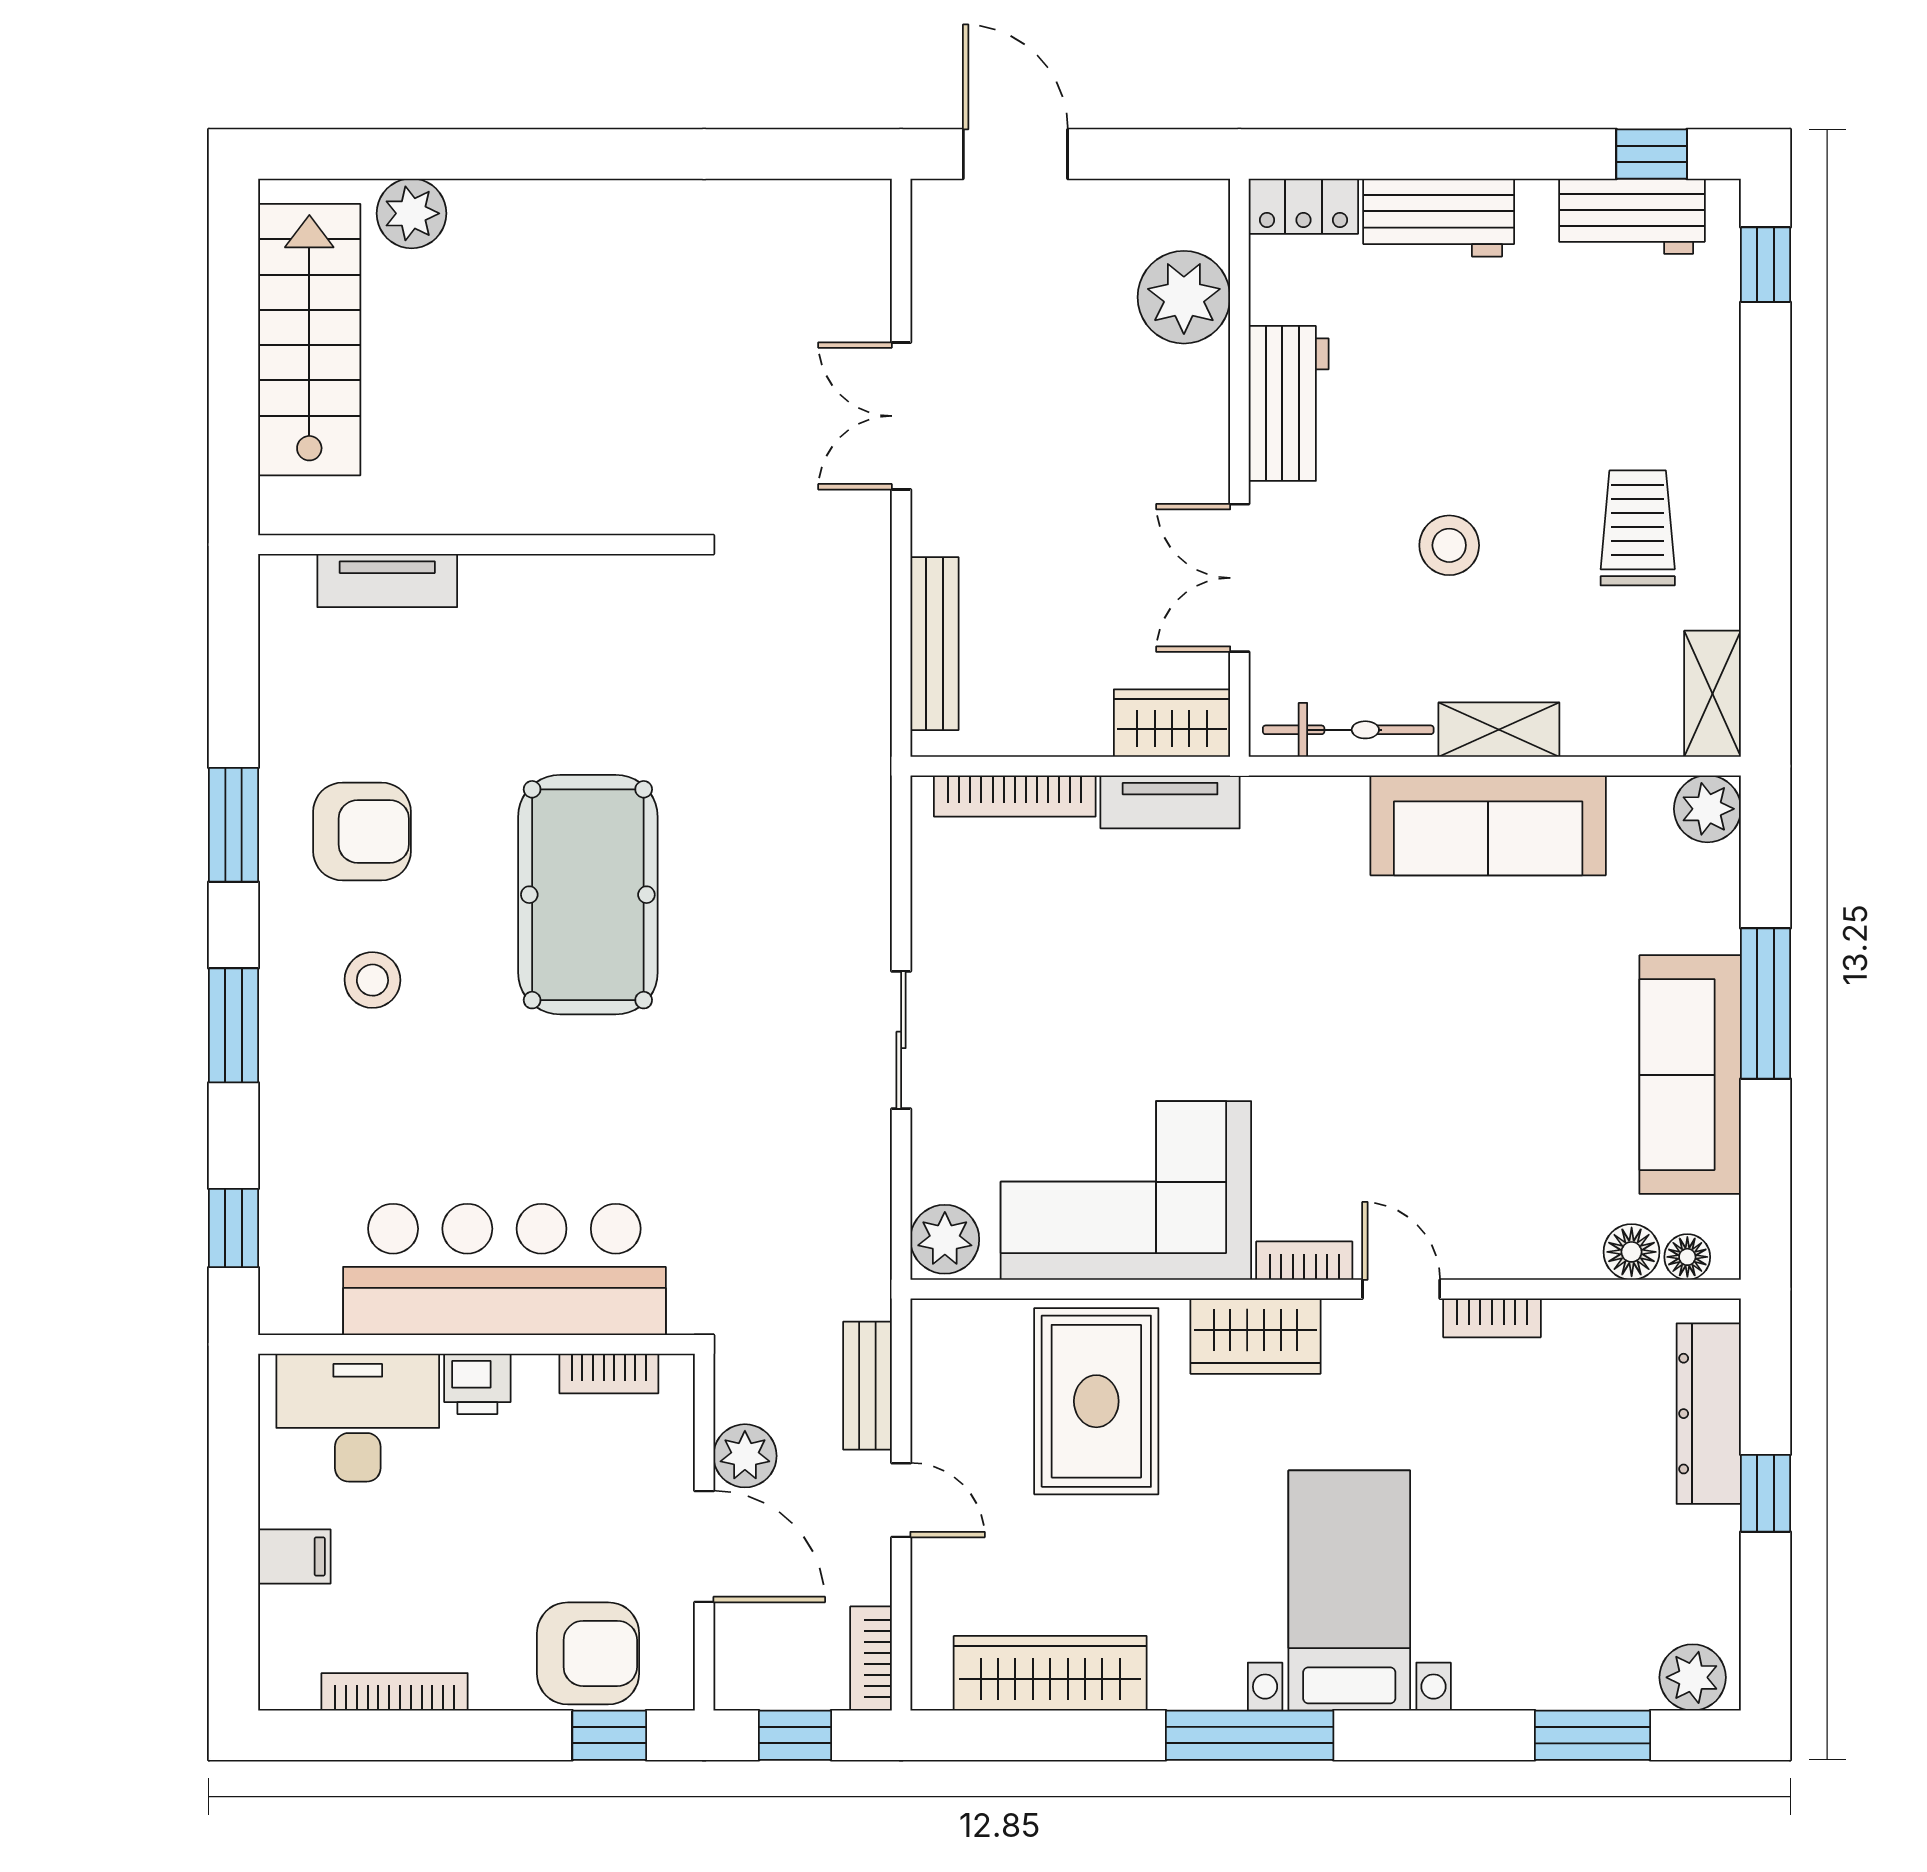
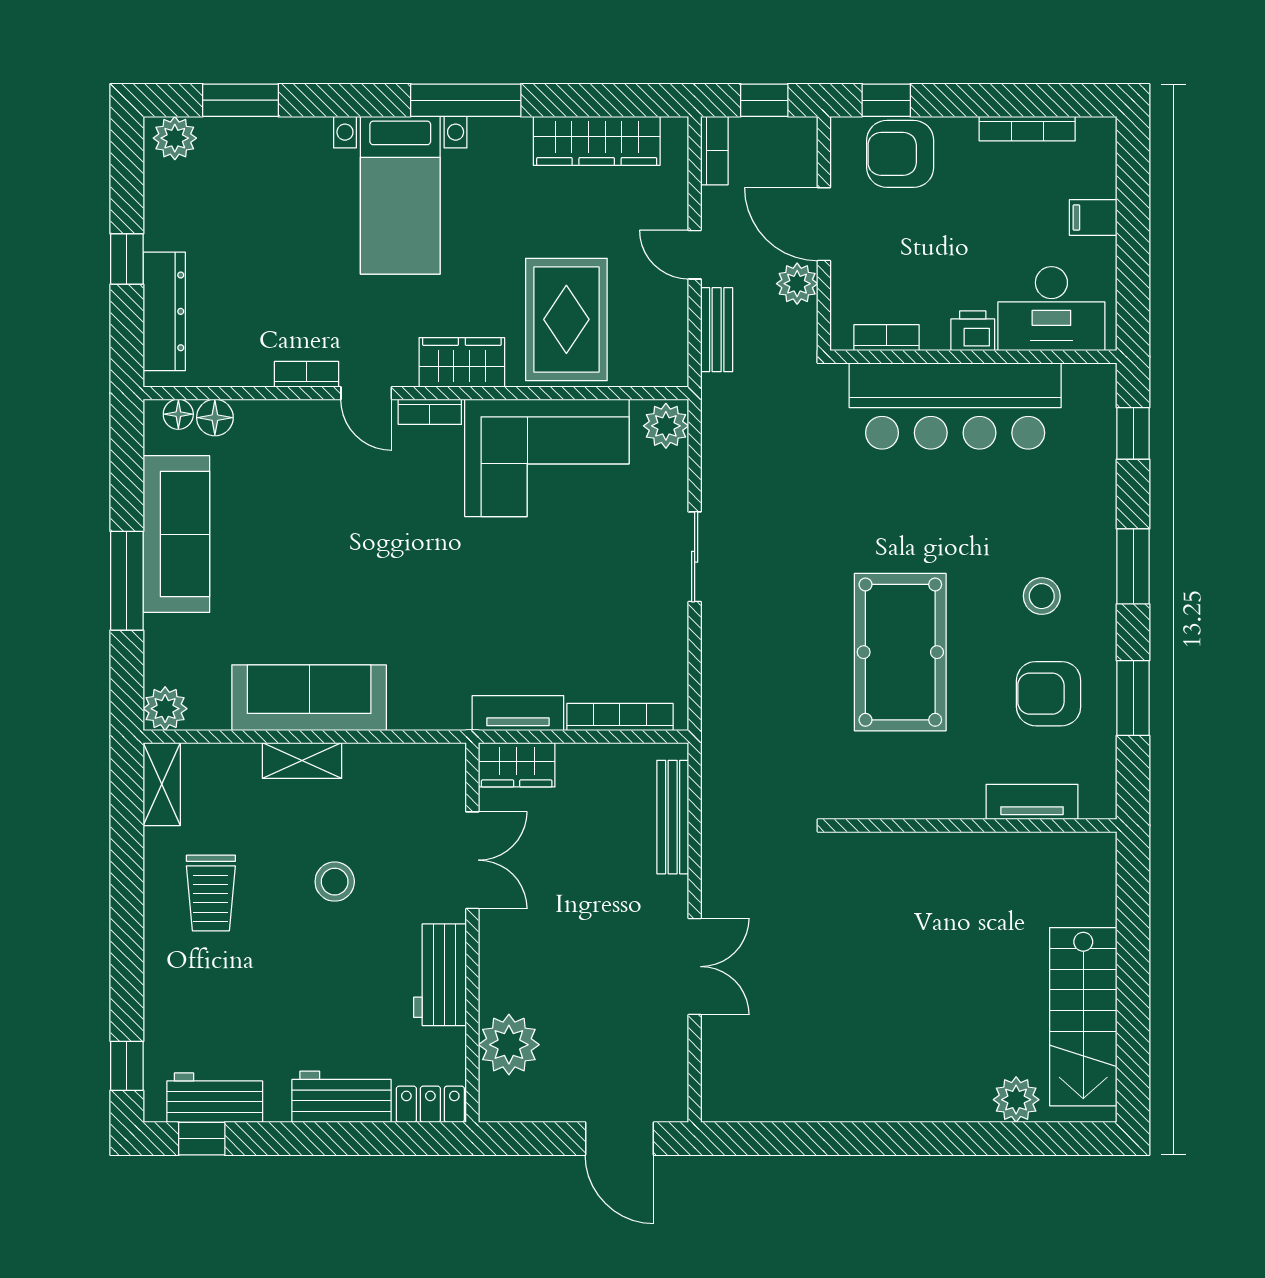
wall: (477, 545) -> (973, 825), moved
tv unit: (387, 581) -> (1032, 802), moved
bicycle: (1348, 730) -> (401, 760), removed

